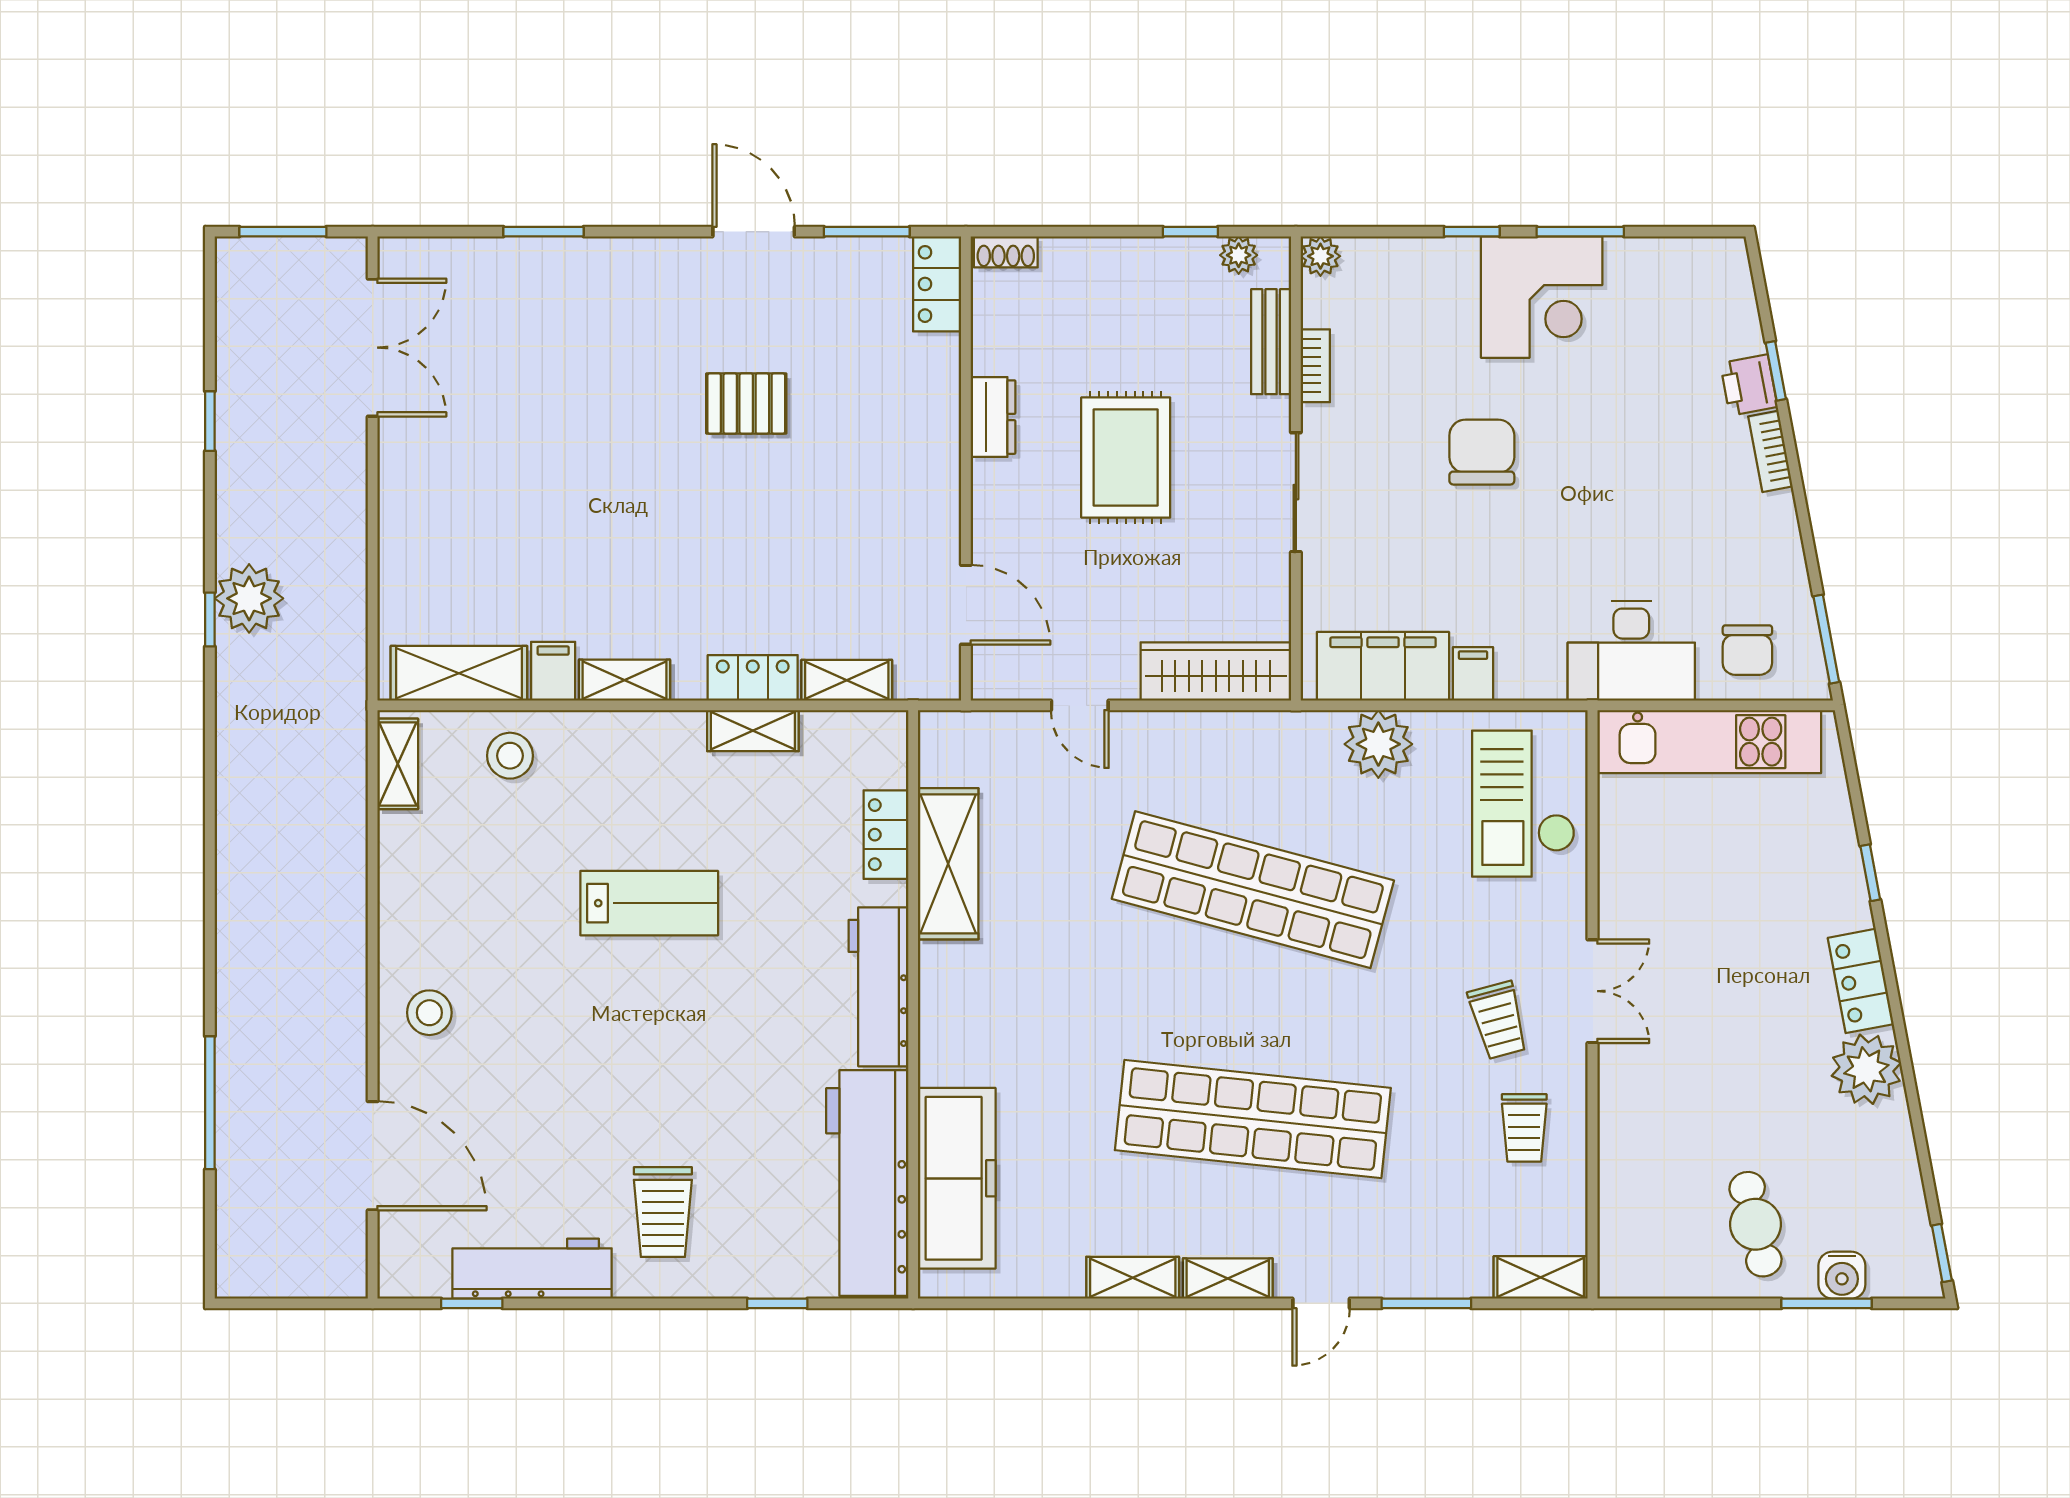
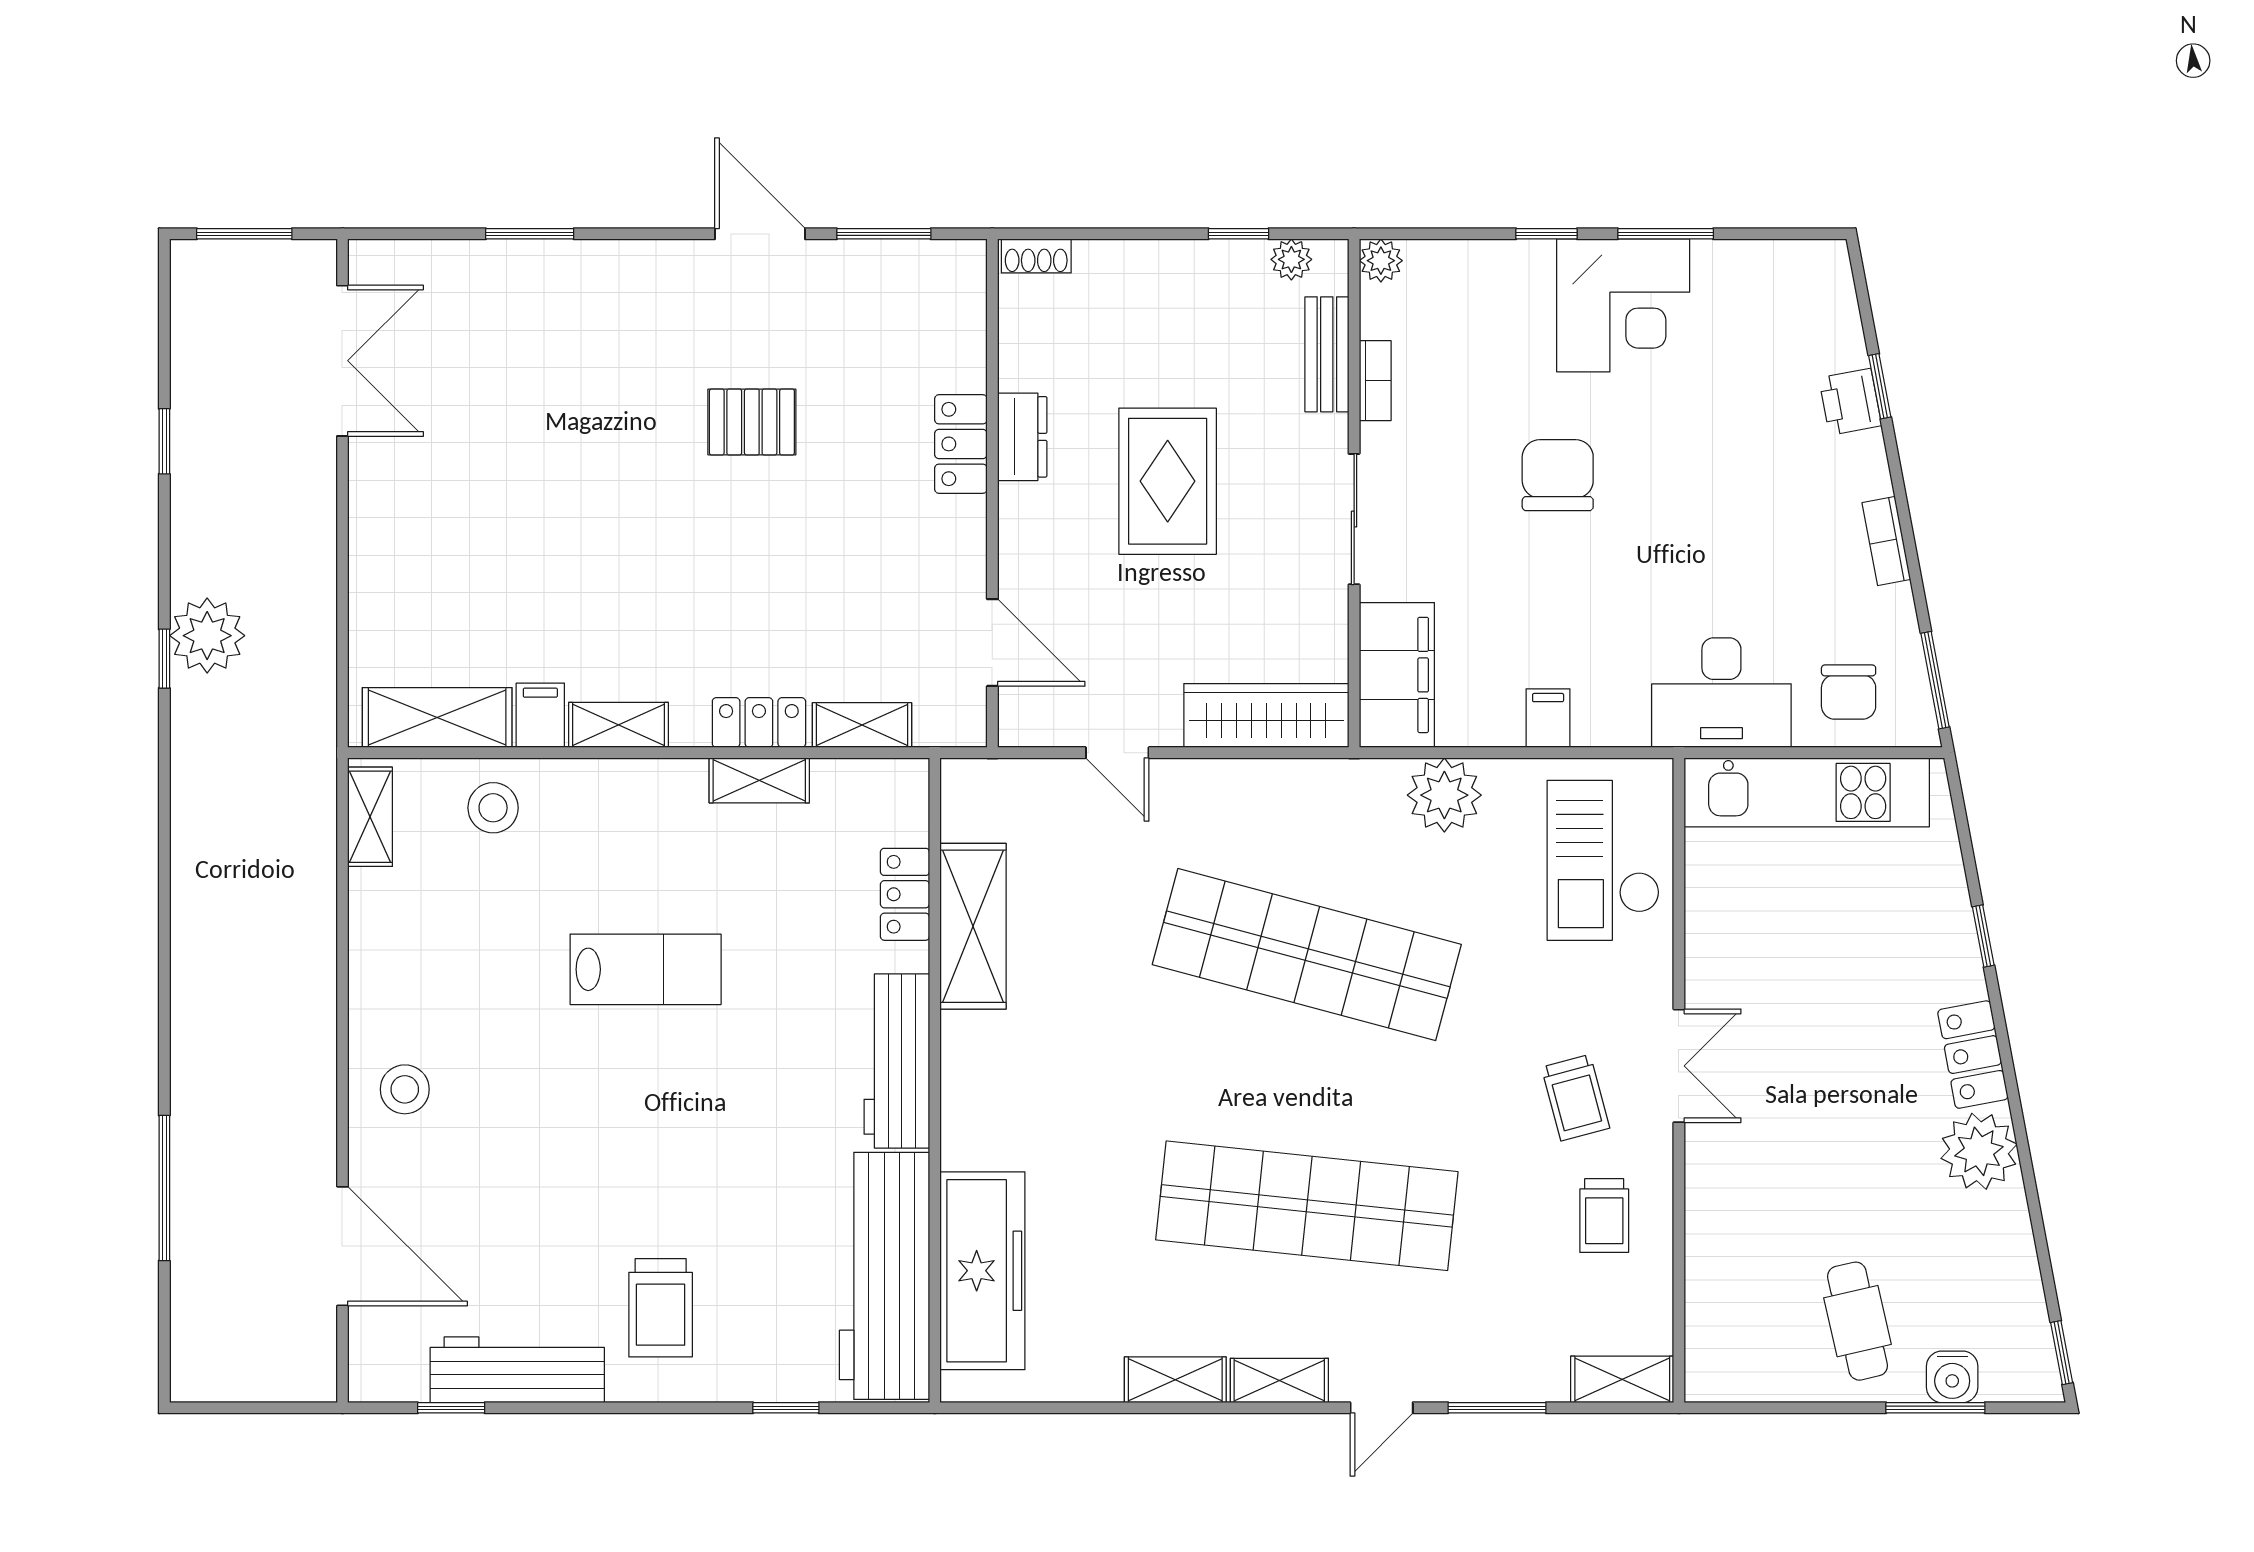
locker: (937, 284) -> (961, 444), moved
bookcase: (1770, 451) -> (1886, 541), moved
filing cabinet: (1383, 666) -> (1397, 675), moved, turned 90

